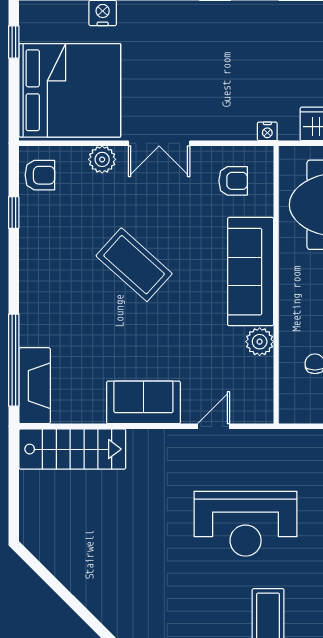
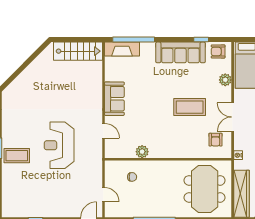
double door: (159, 143) -> (233, 117), moved
armchair: (40, 175) -> (218, 51), turned 90
coffee table: (134, 265) -> (190, 107), moved, turned 48
sofa: (251, 272) -> (180, 52), moved, turned 180
stairs: (72, 449) -> (78, 51), moved, turned -90

